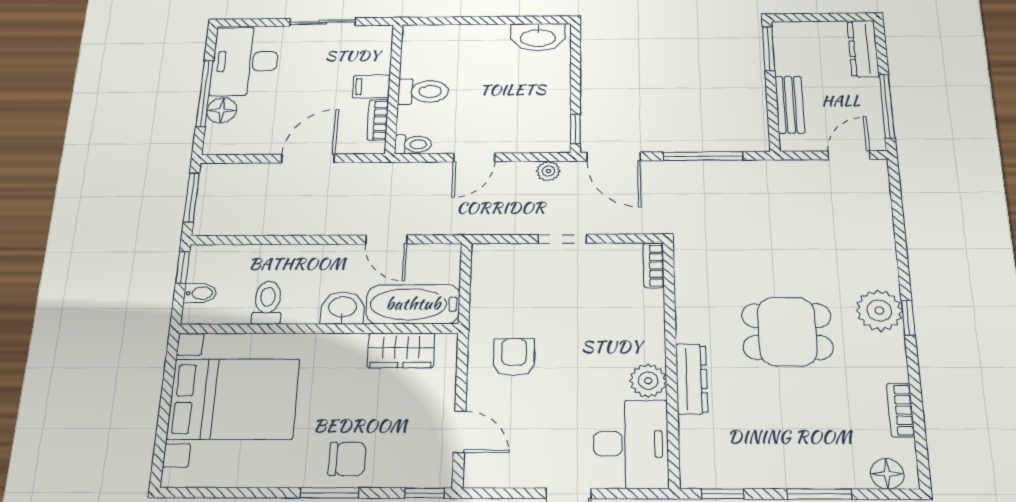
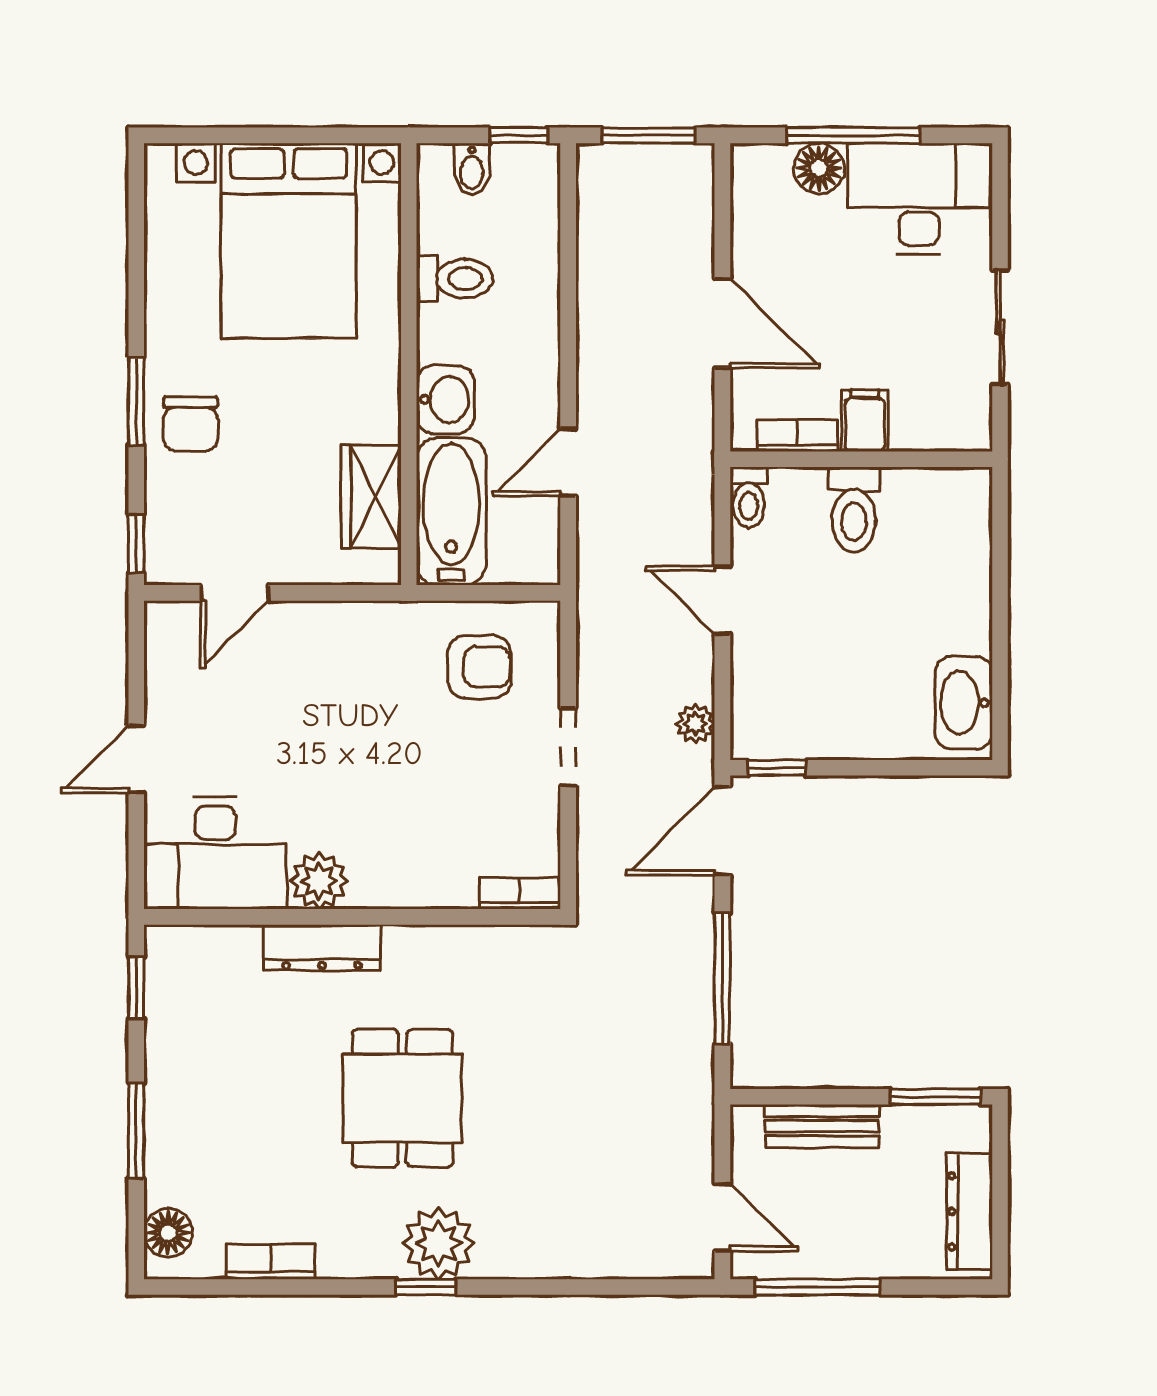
dresser: (863, 49) -> (970, 1211), moved, turned -90
armchair: (514, 357) -> (479, 667), moved

